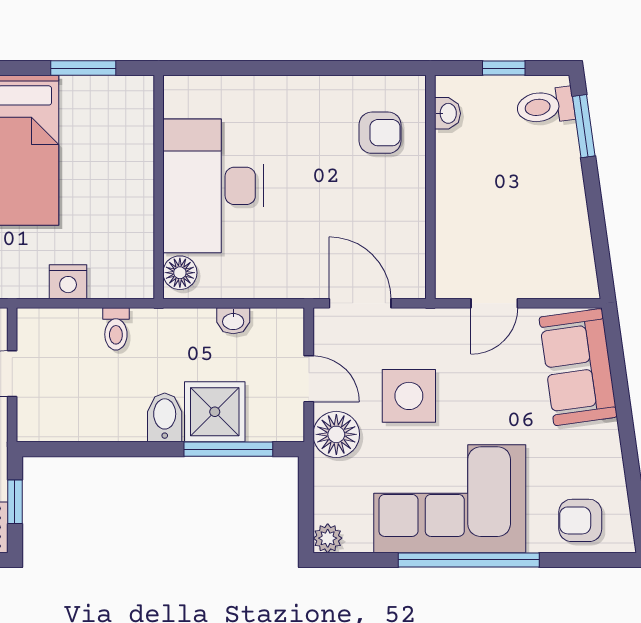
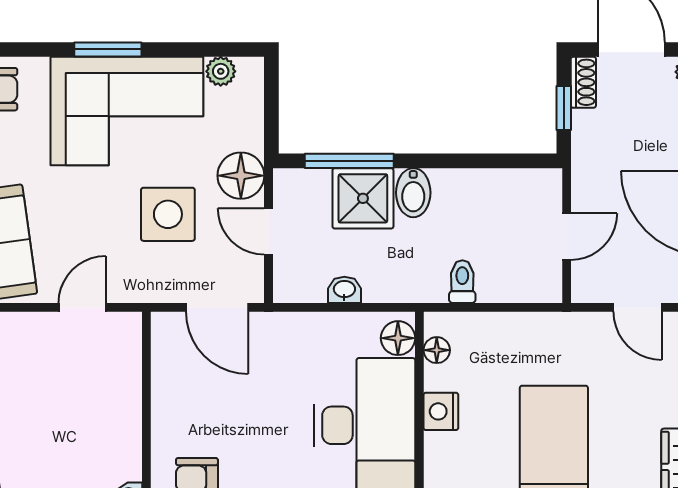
floor lamp: (141, 261) -> (437, 350), added
nightstand: (68, 282) -> (441, 411), moved, turned -90
plant: (328, 538) -> (221, 71), moved
window: (469, 560) -> (108, 49), width x0.47

